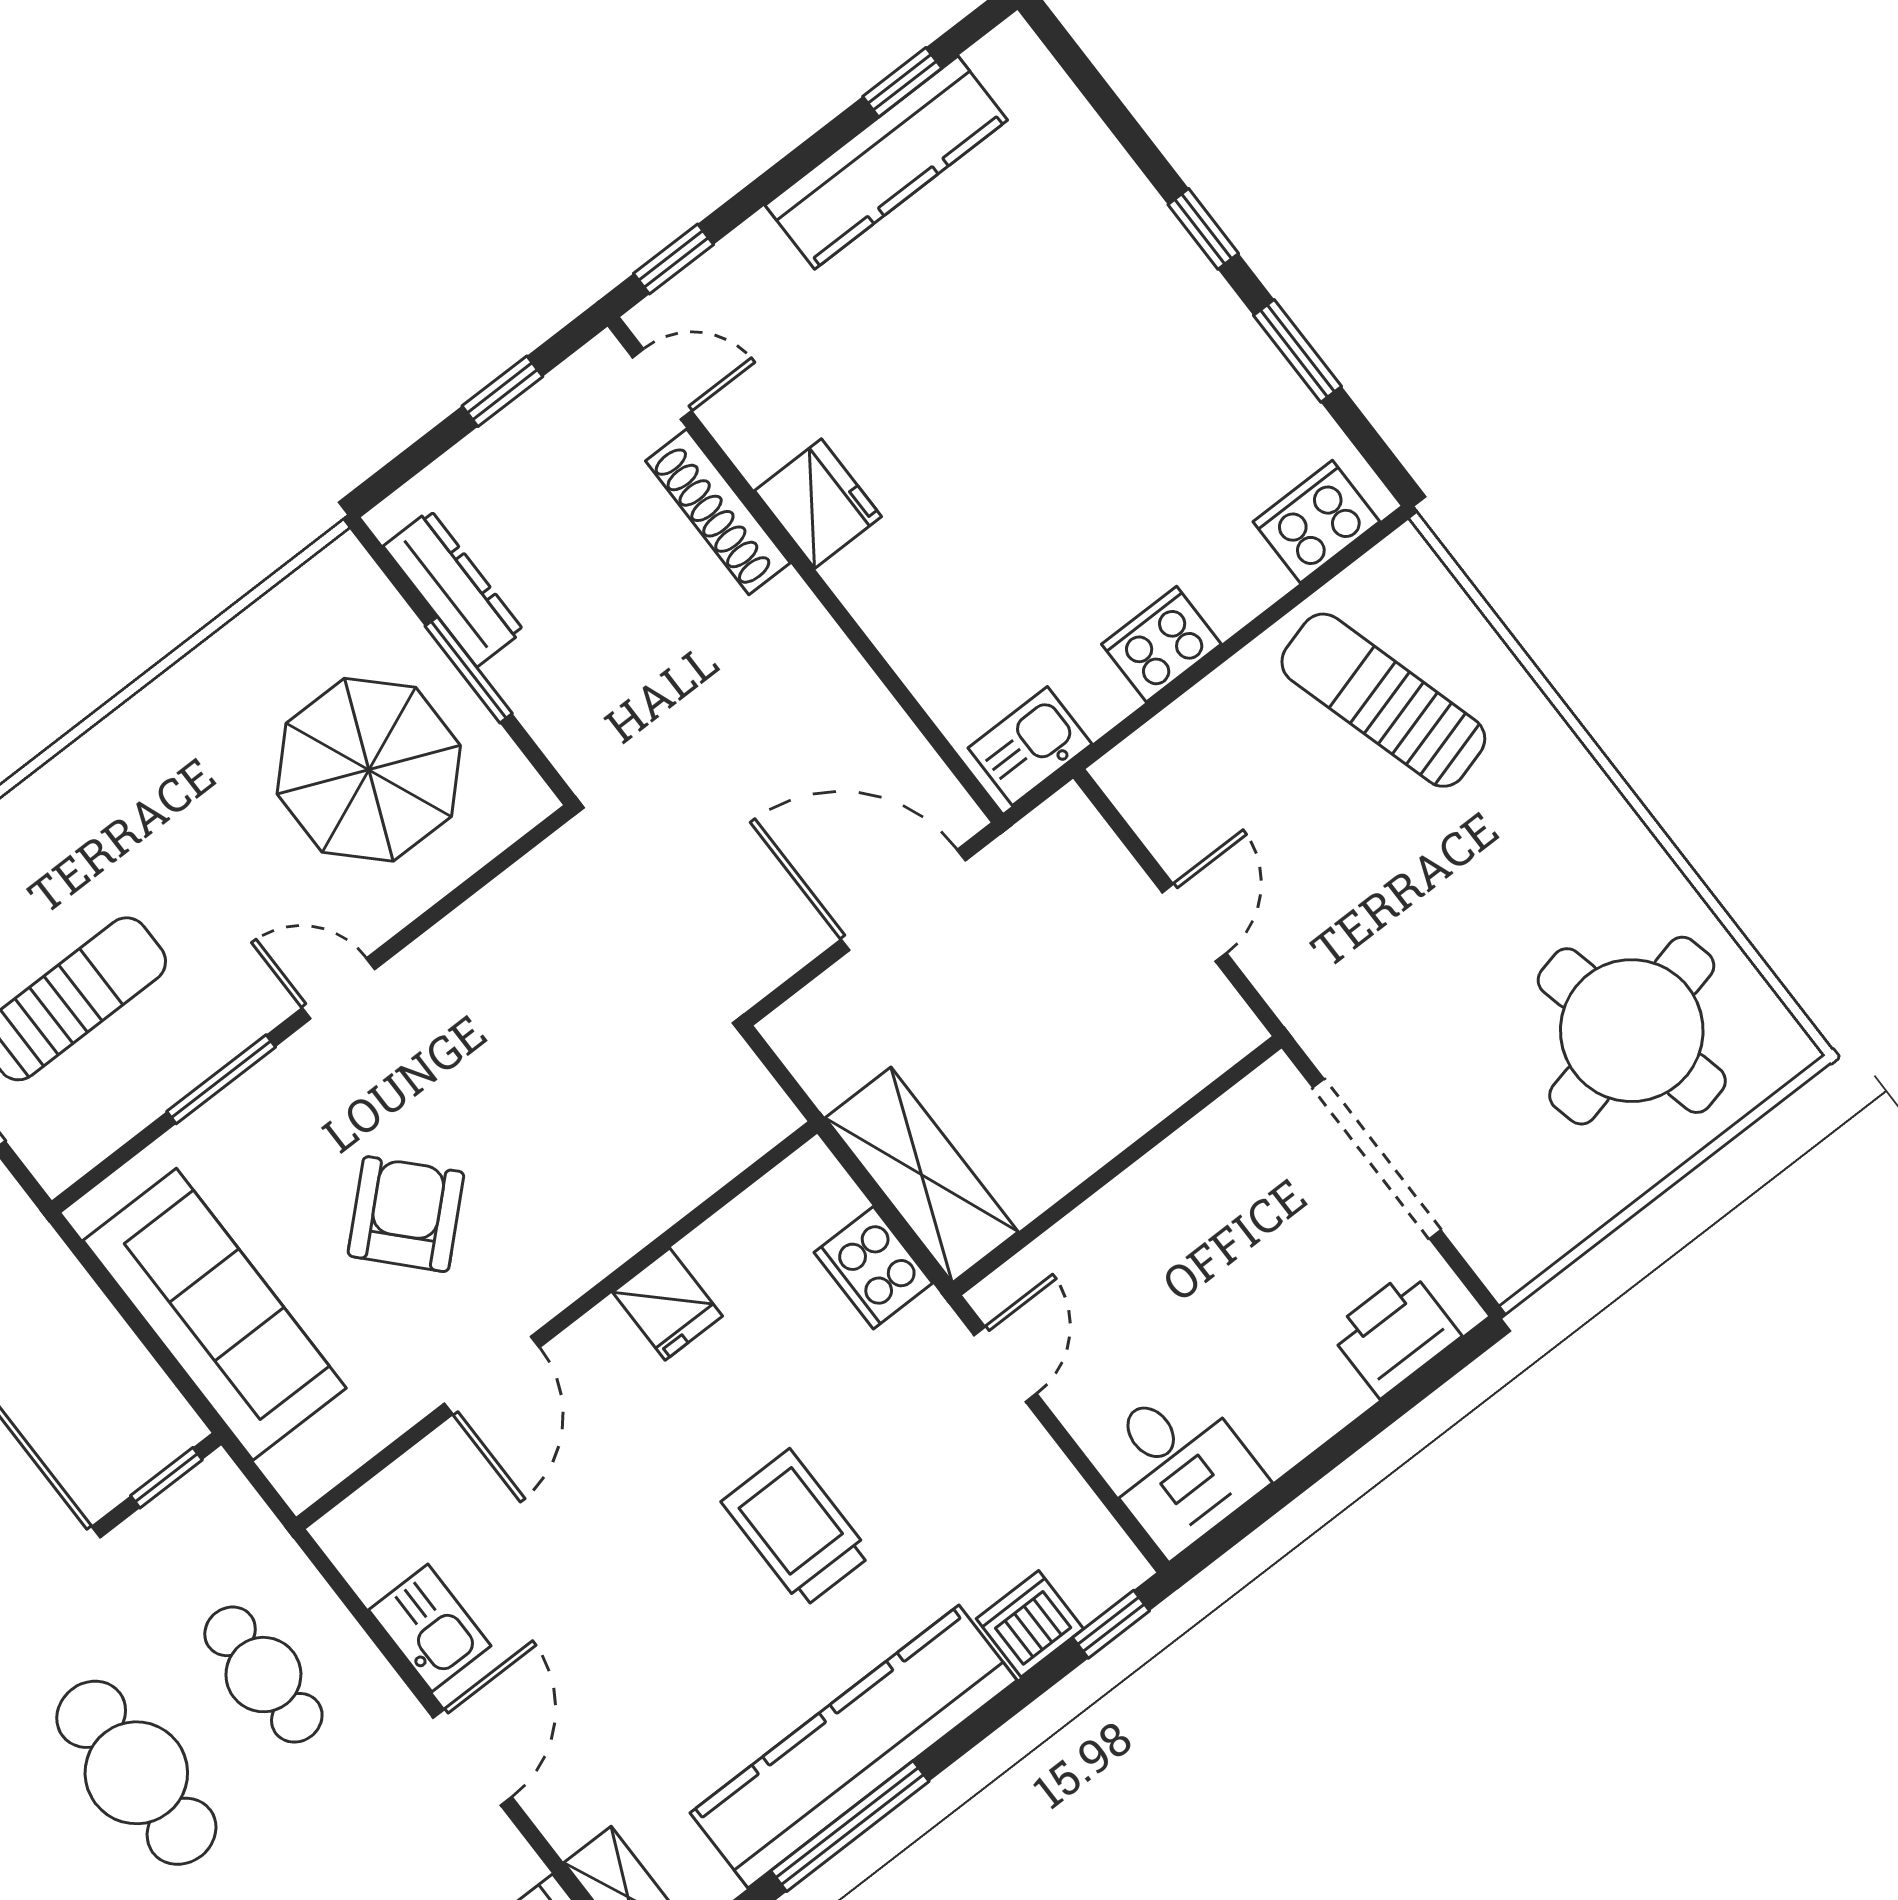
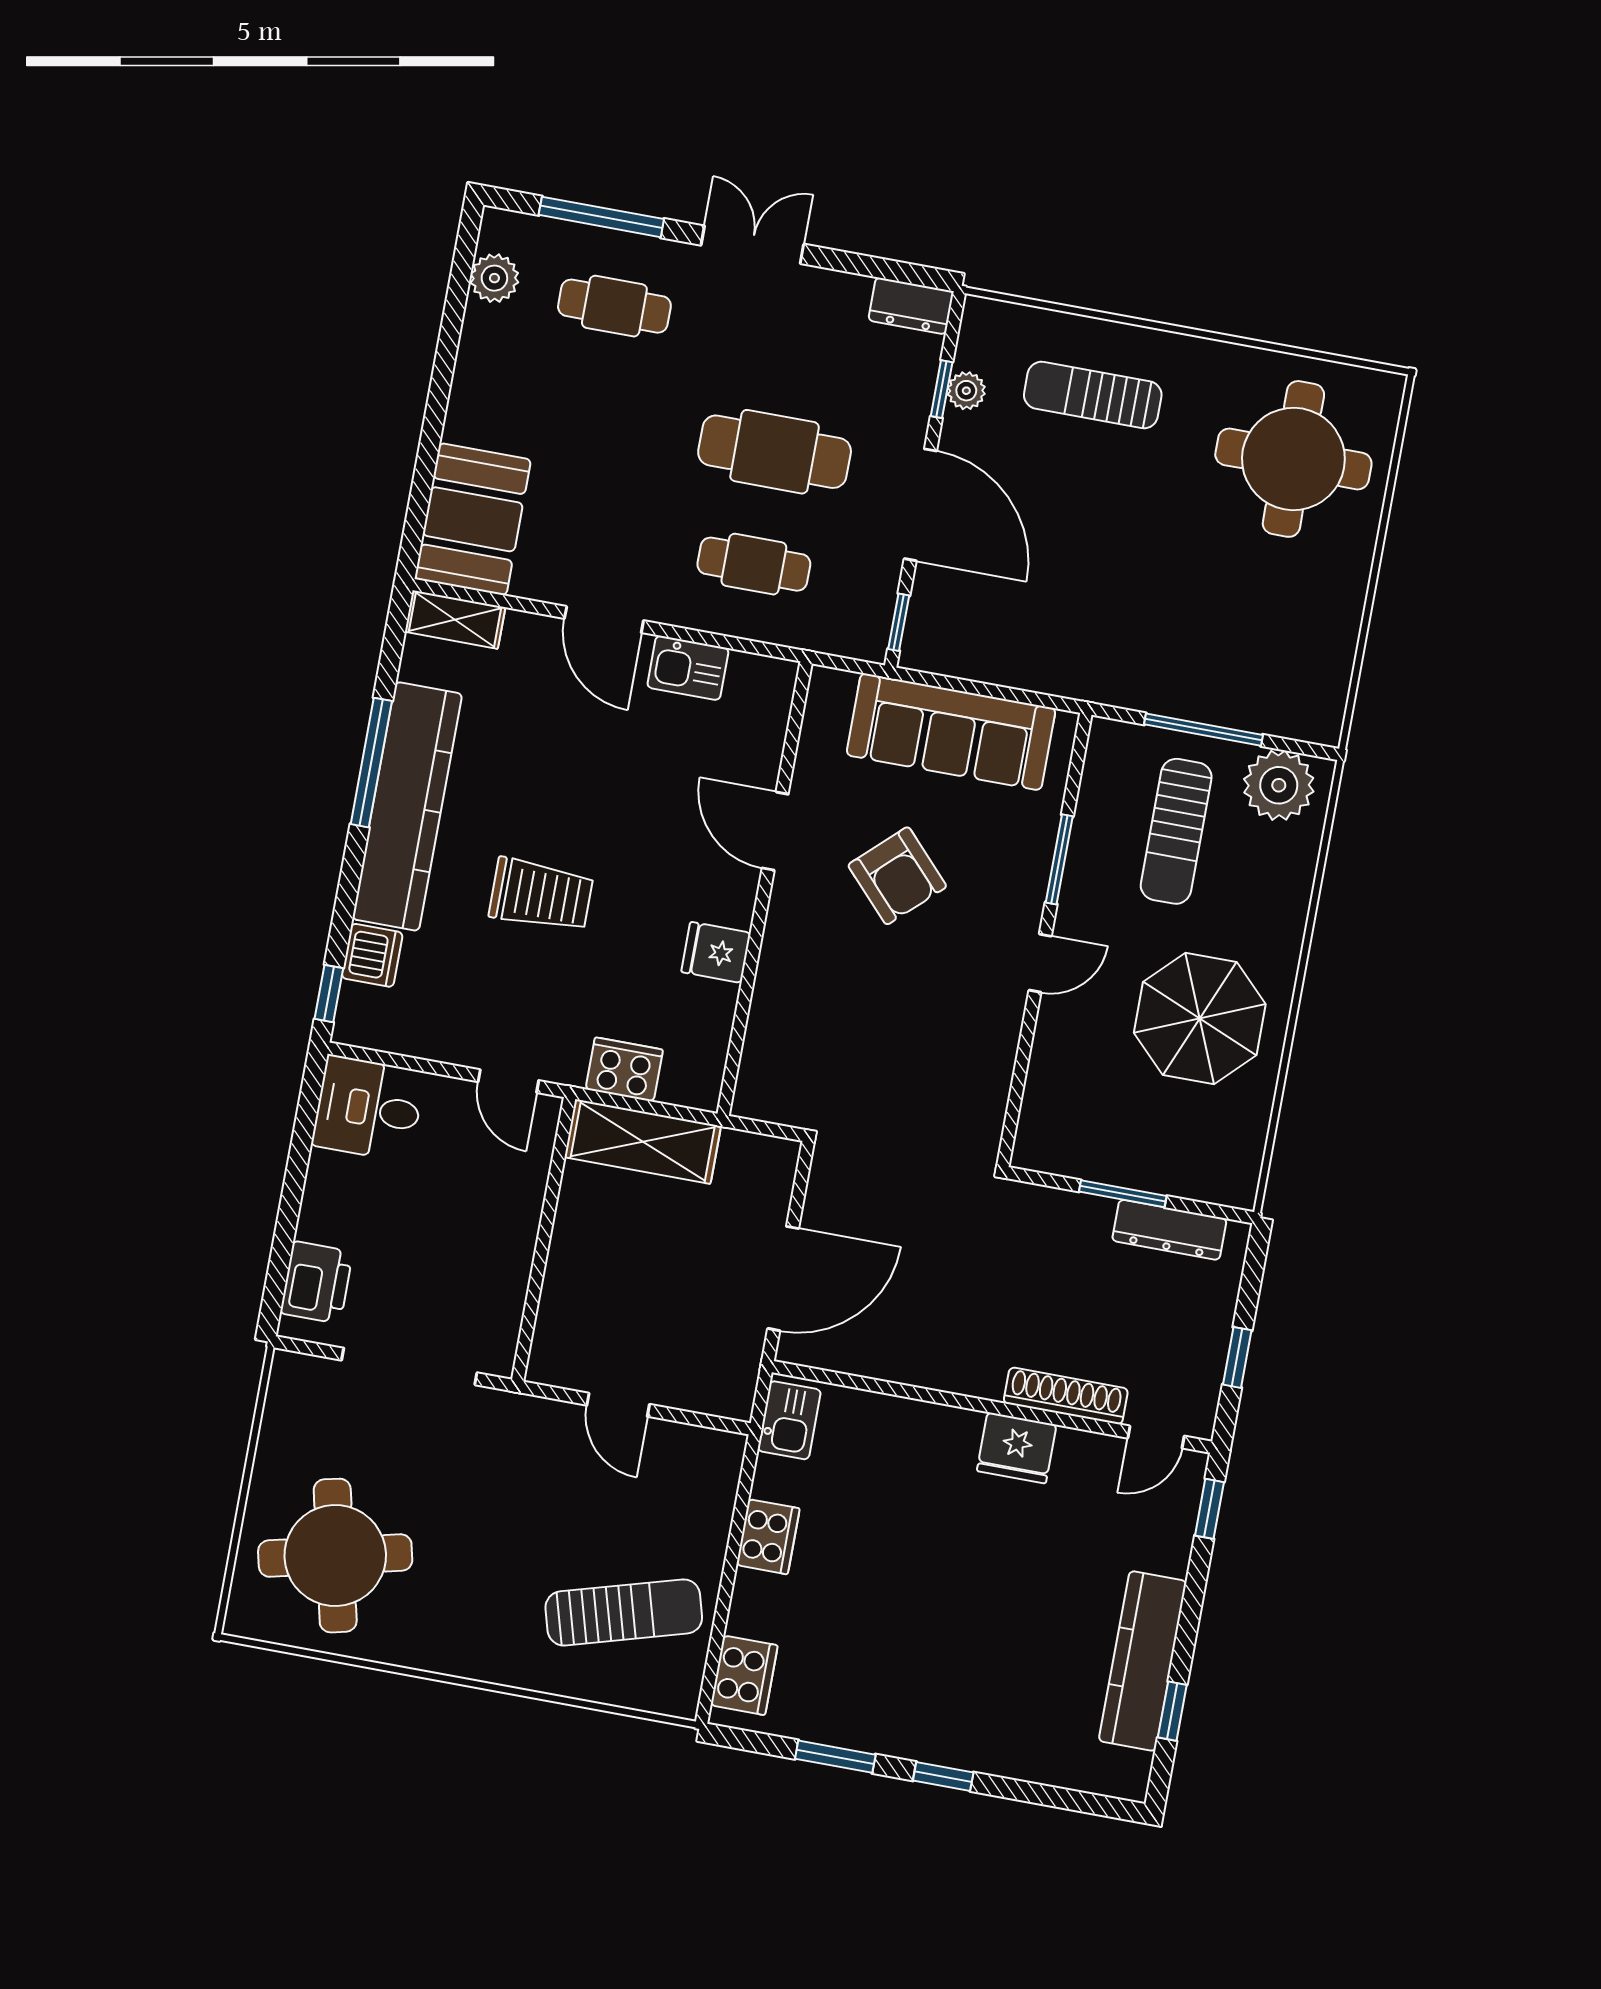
parasol: (369, 770) -> (1200, 1019), moved

